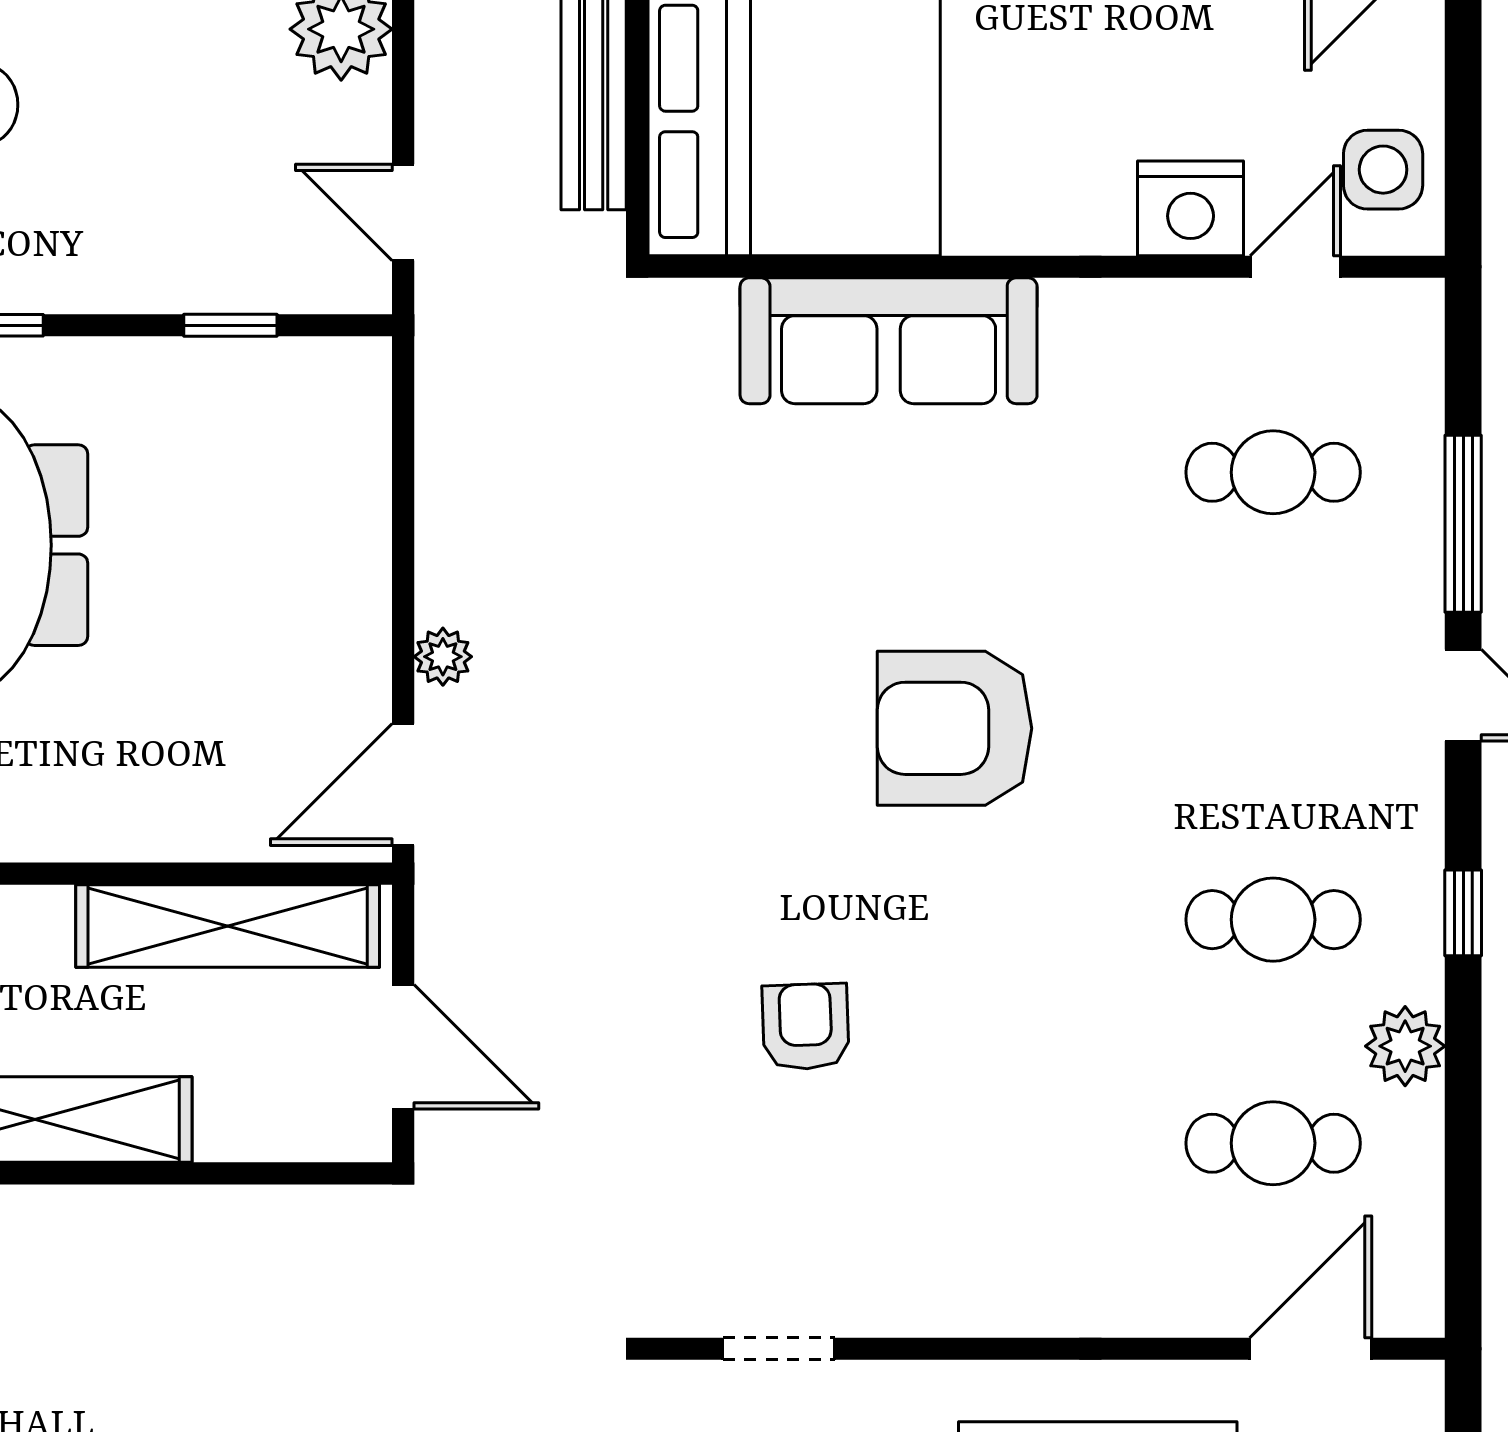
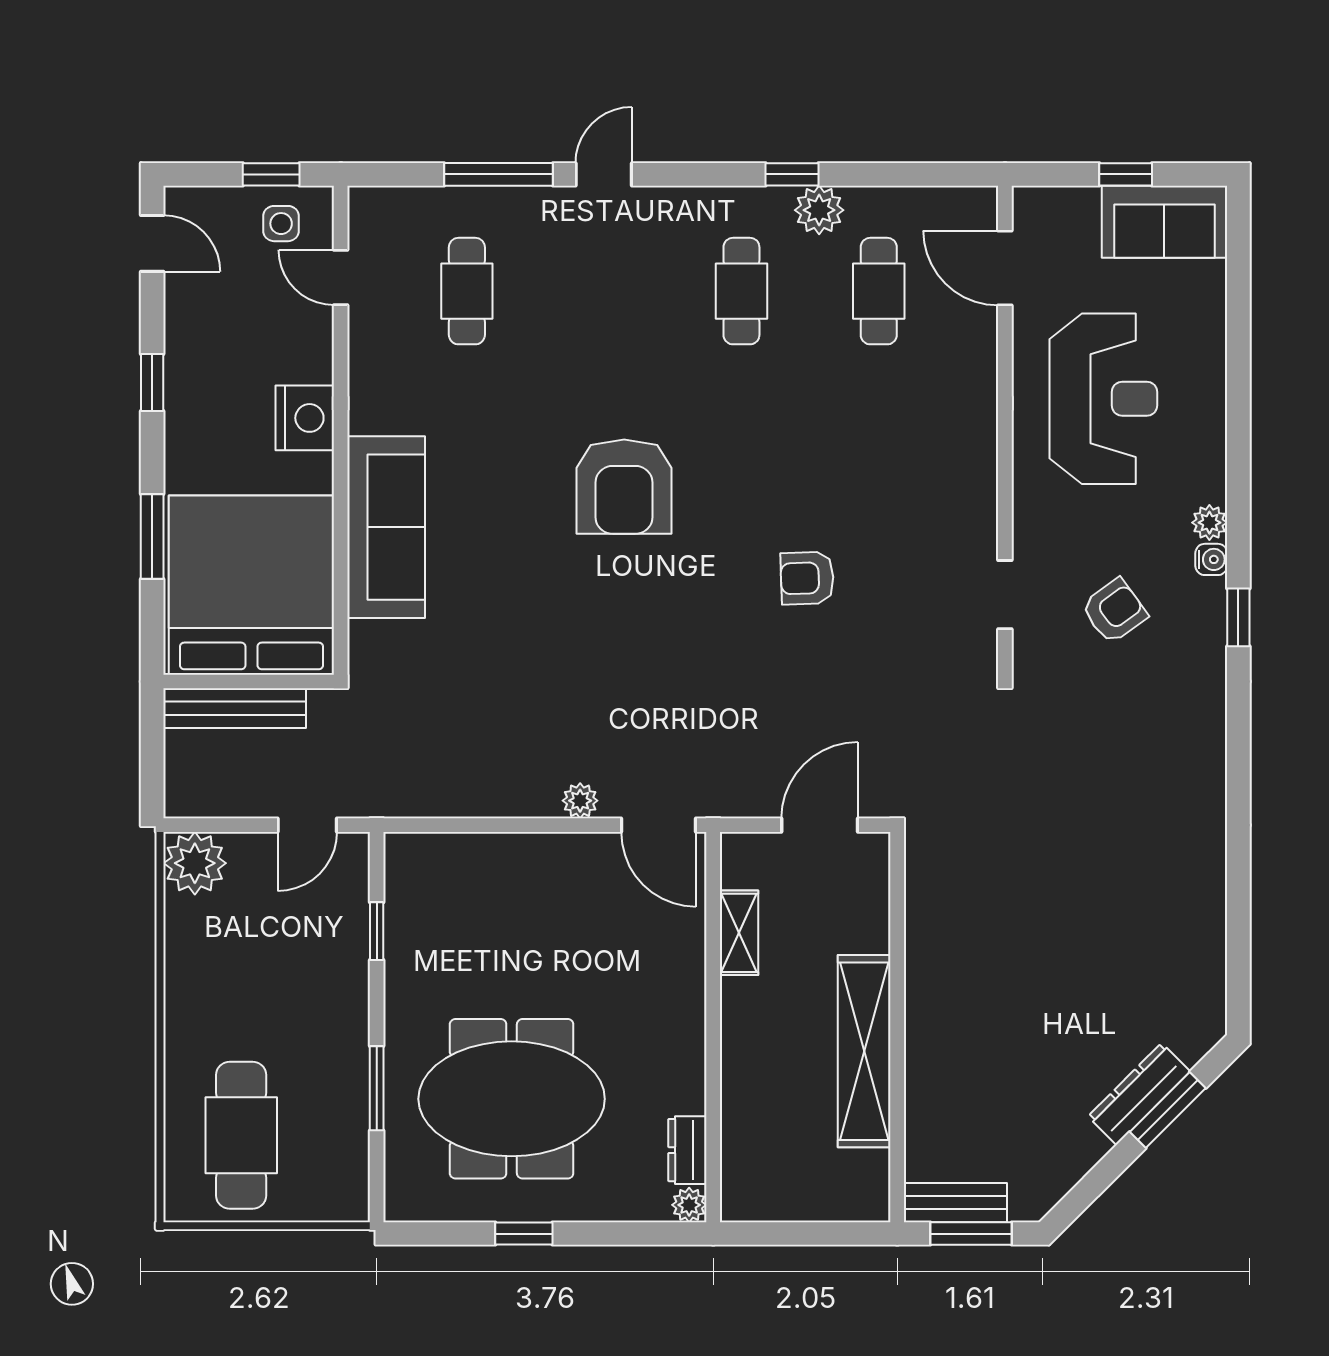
window: (1463, 154) -> (271, 174), added
side table: (1383, 170) -> (281, 224), width x0.73, depth x0.73
nightstand: (1191, 208) -> (305, 418), moved
window: (1463, 913) -> (792, 174), moved
shelving: (228, 926) -> (739, 933), width x0.45, depth x0.75

